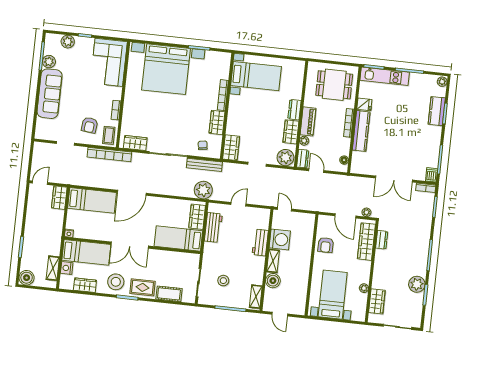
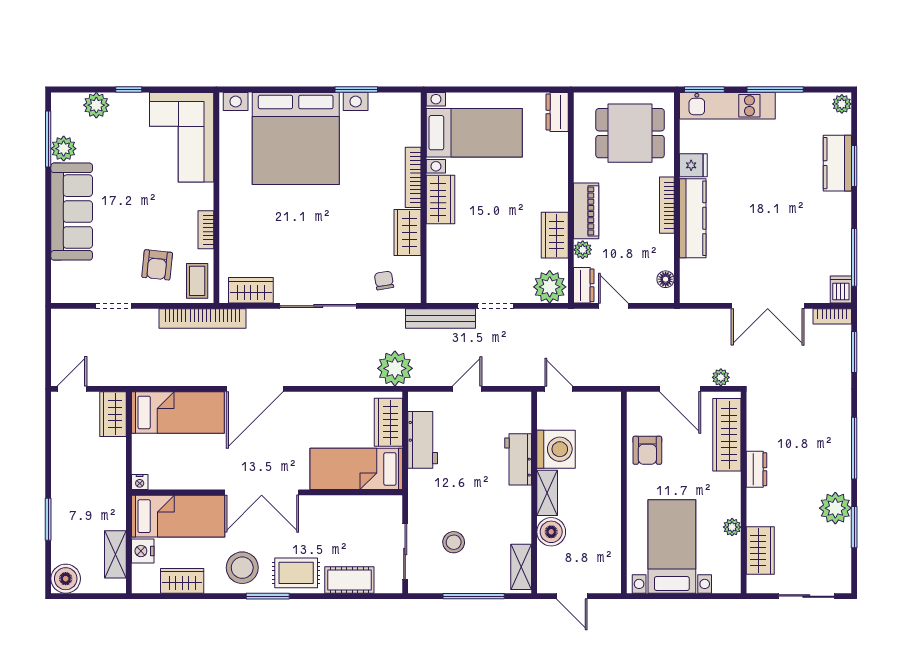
dresser: (294, 110) -> (557, 112), moved
wardrobe: (231, 148) -> (440, 199), moved
bench: (204, 165) -> (440, 318), moved
dresser: (382, 240) -> (757, 469), moved

